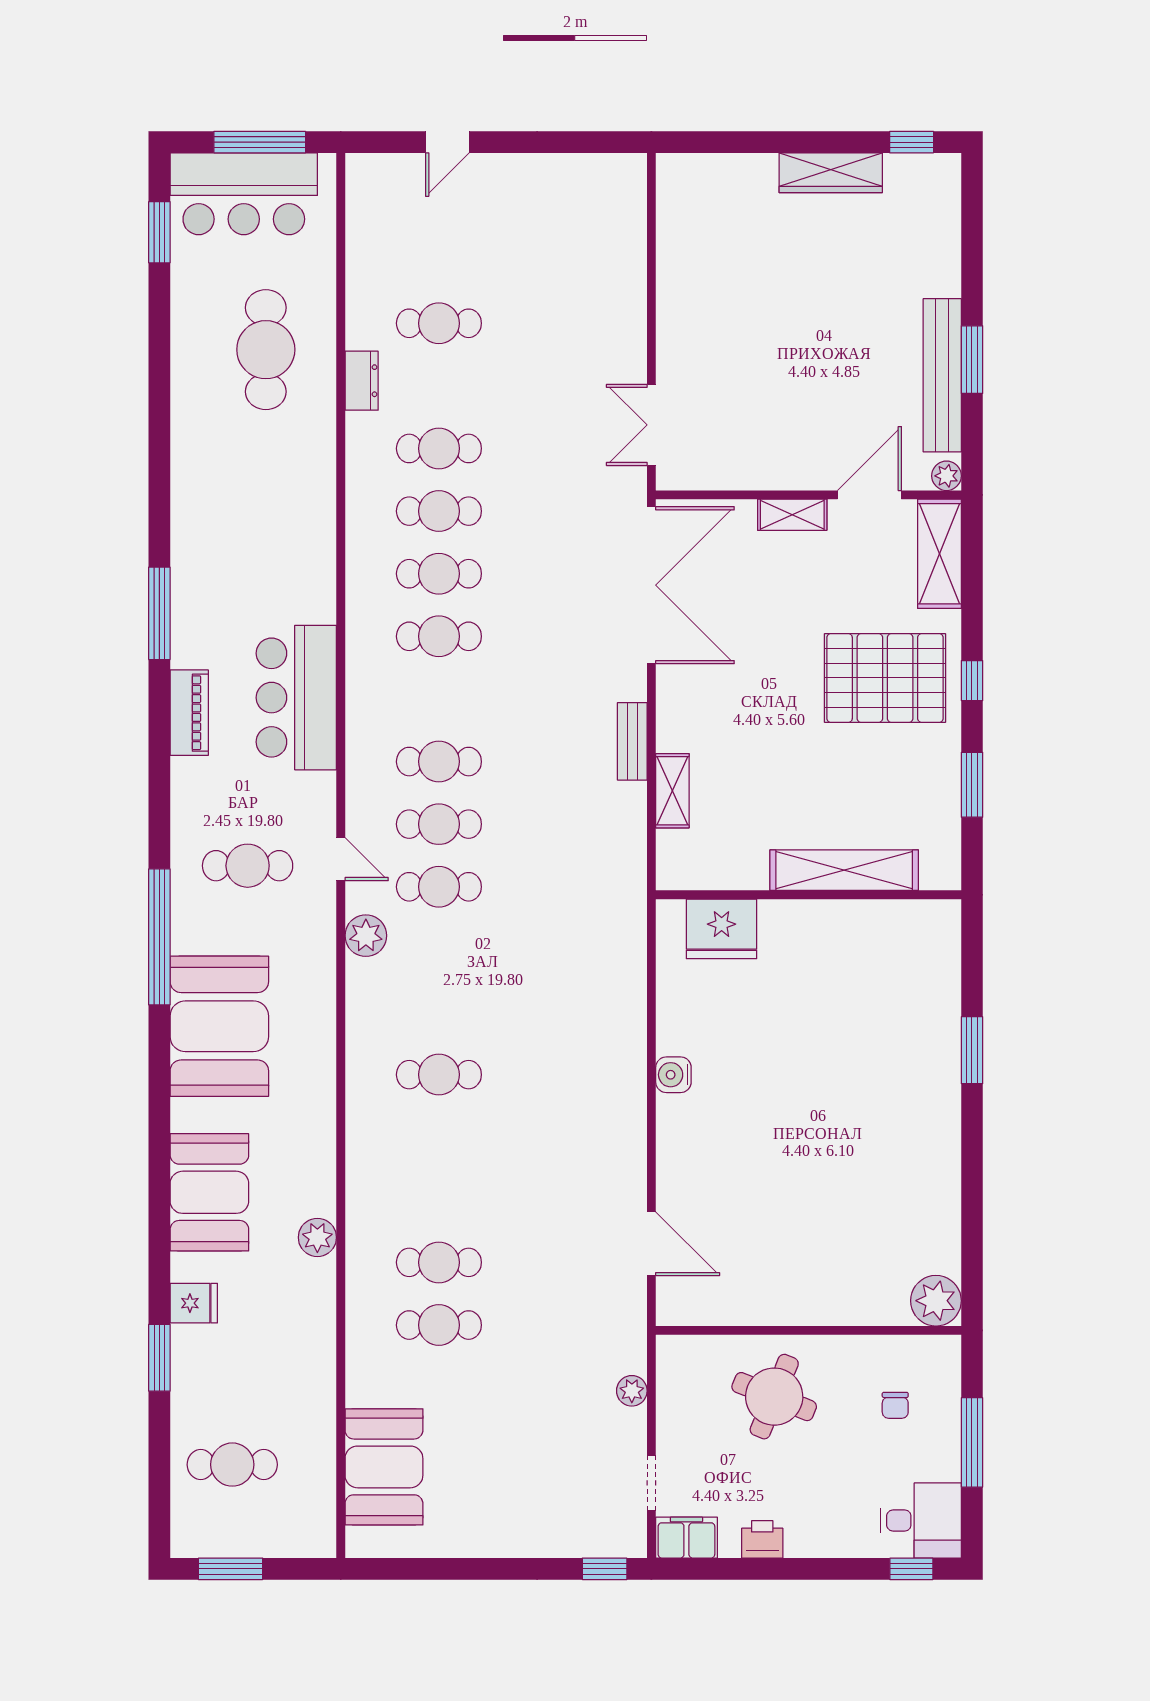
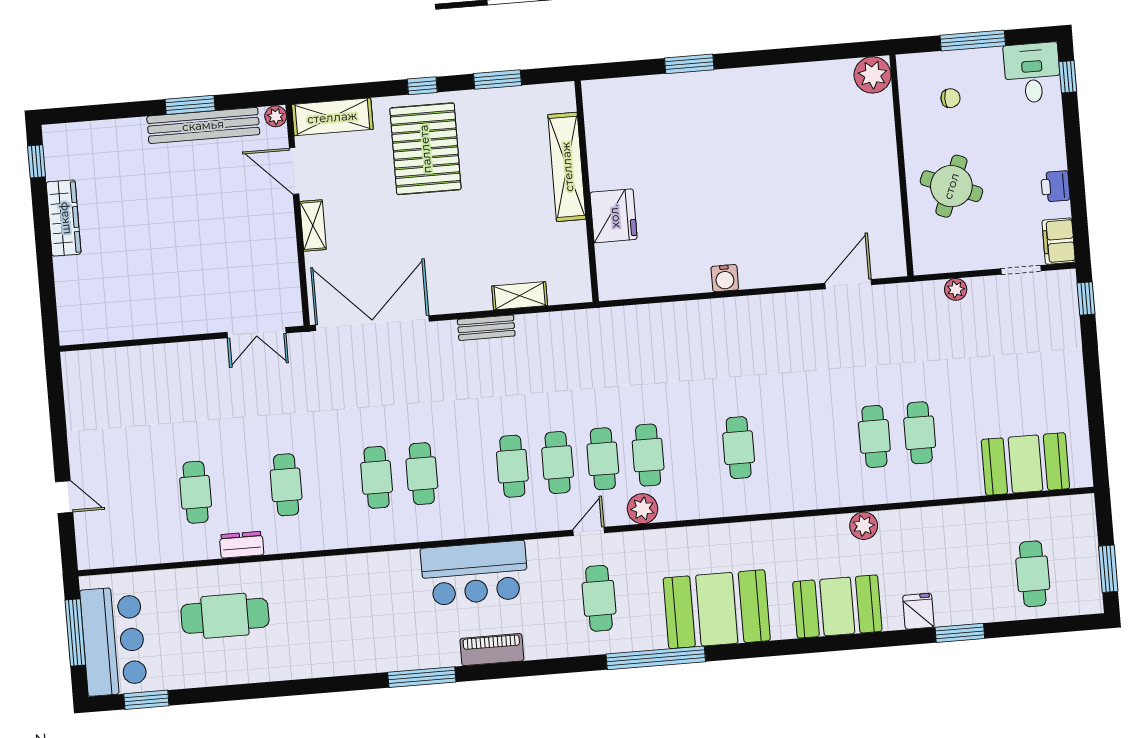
cafe table: (439, 511) -> (648, 455), moved
fridge: (722, 929) -> (614, 216), moved

